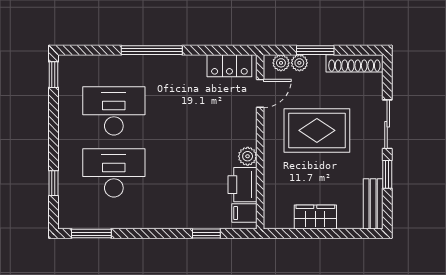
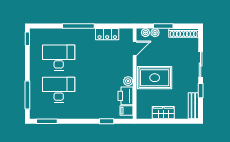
locker: (229, 66) -> (107, 34), moved
rug: (317, 130) -> (155, 78), moved
window: (53, 183) -> (27, 95), width x2.17

